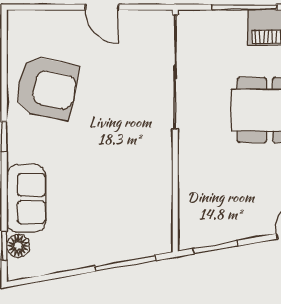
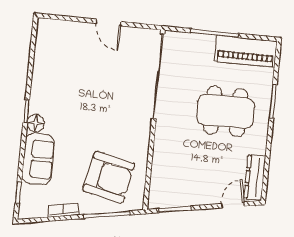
armchair: (47, 88) -> (109, 177), moved
floor lamp: (18, 246) -> (36, 123), moved
bookcase: (67, 263) -> (63, 210), added

